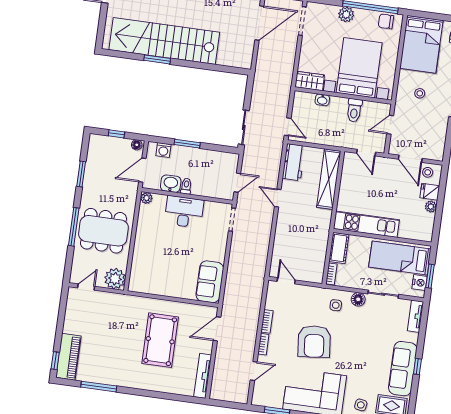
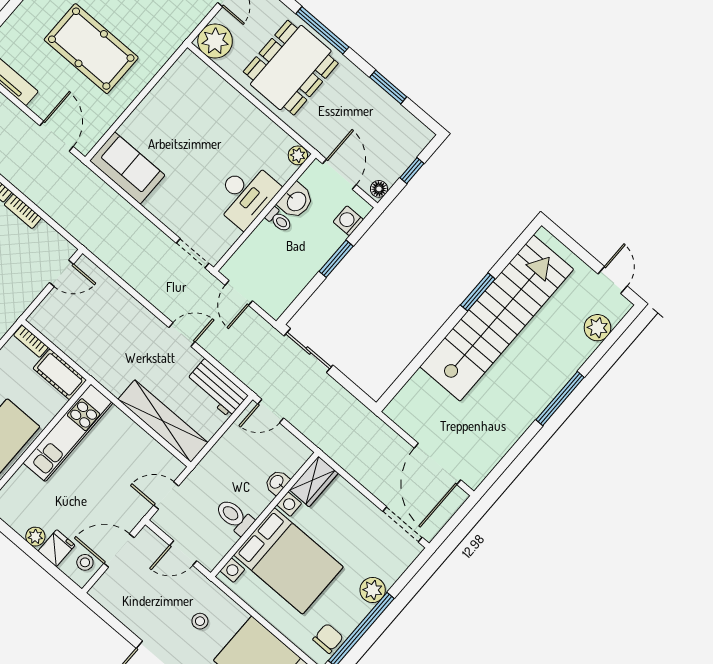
door: (390, 125) -> (183, 553), swing flipped

